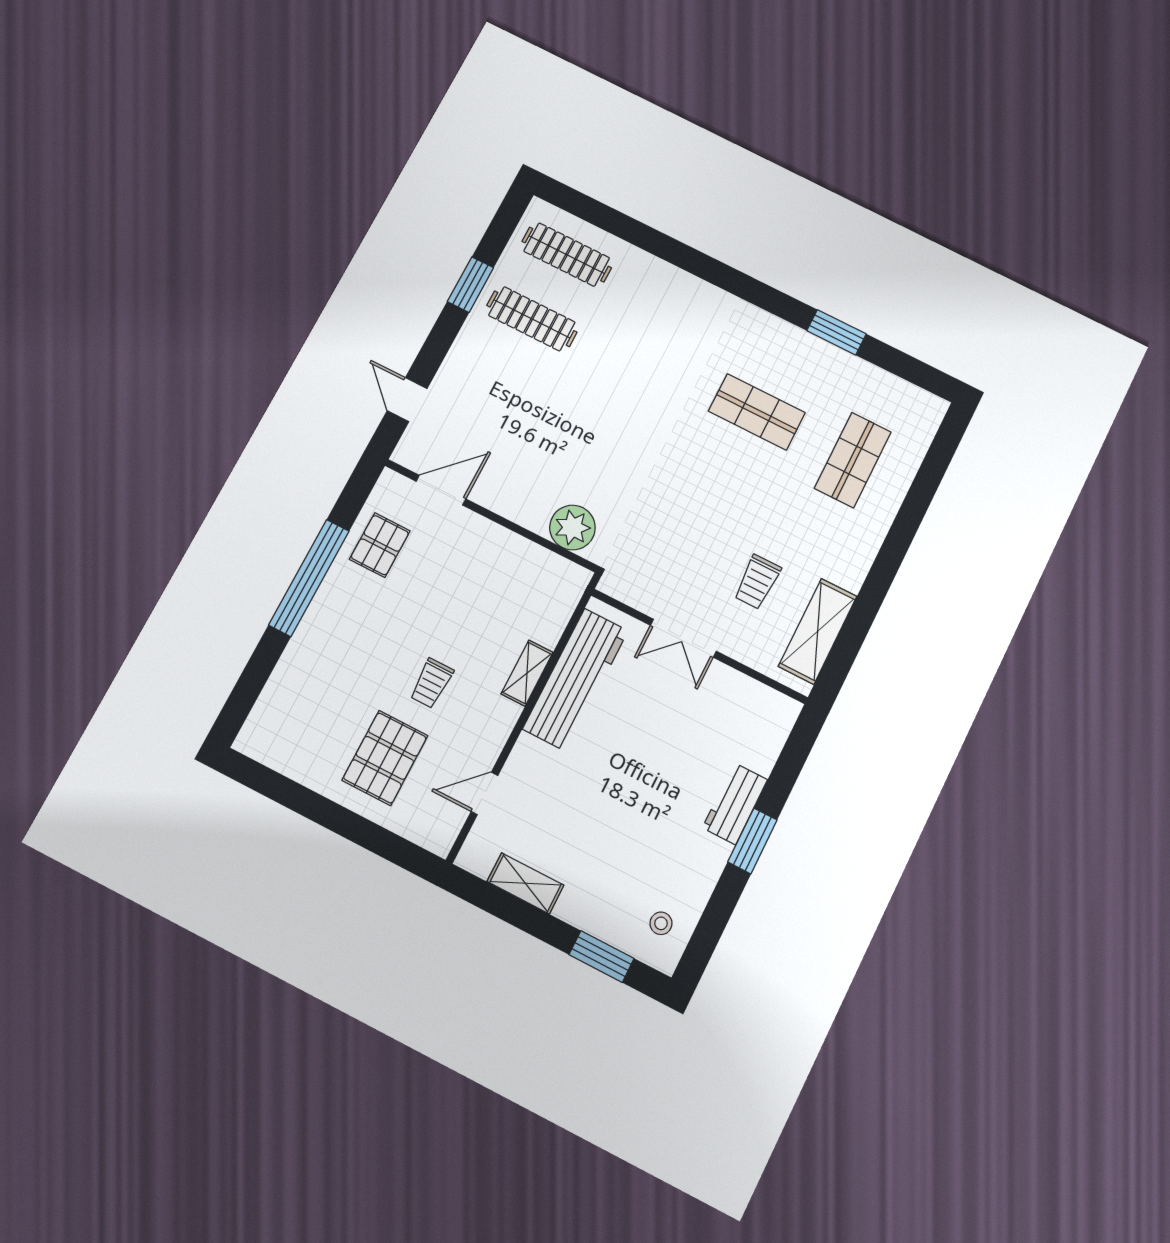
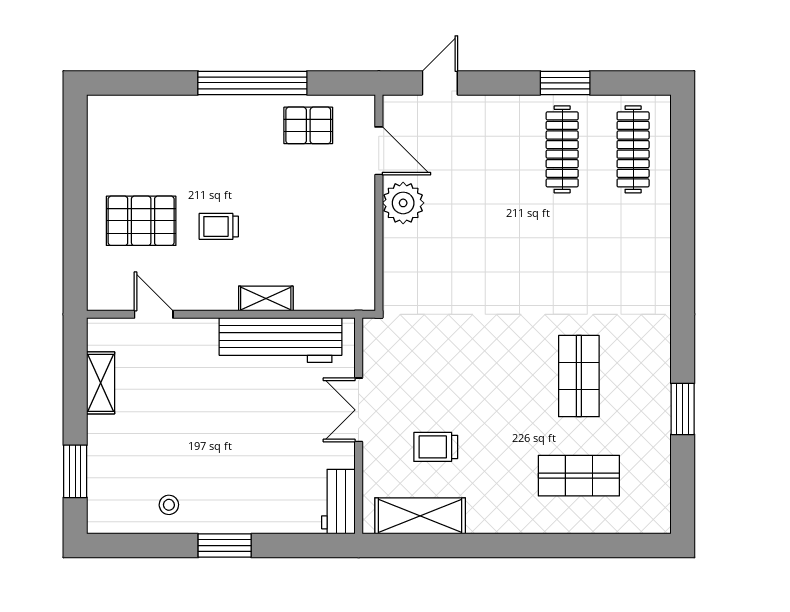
plant: (572, 528) -> (403, 203), moved
workbench: (735, 804) -> (338, 502), moved, turned -90
stool: (661, 923) -> (169, 505), moved

